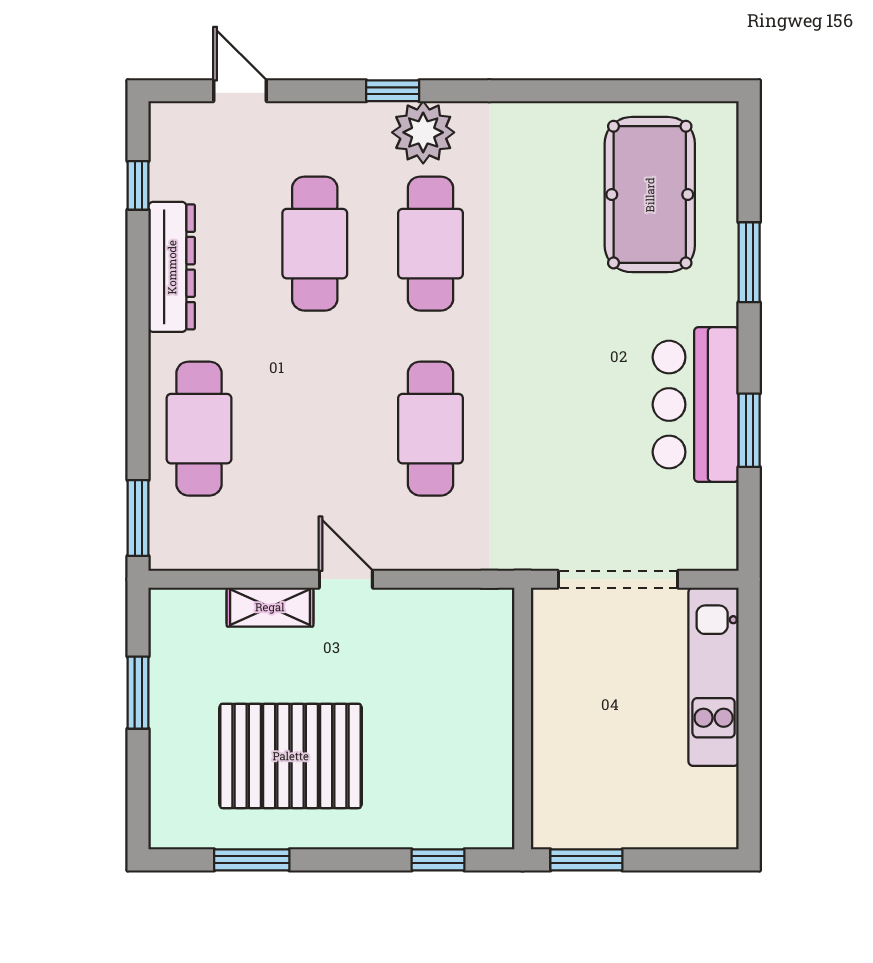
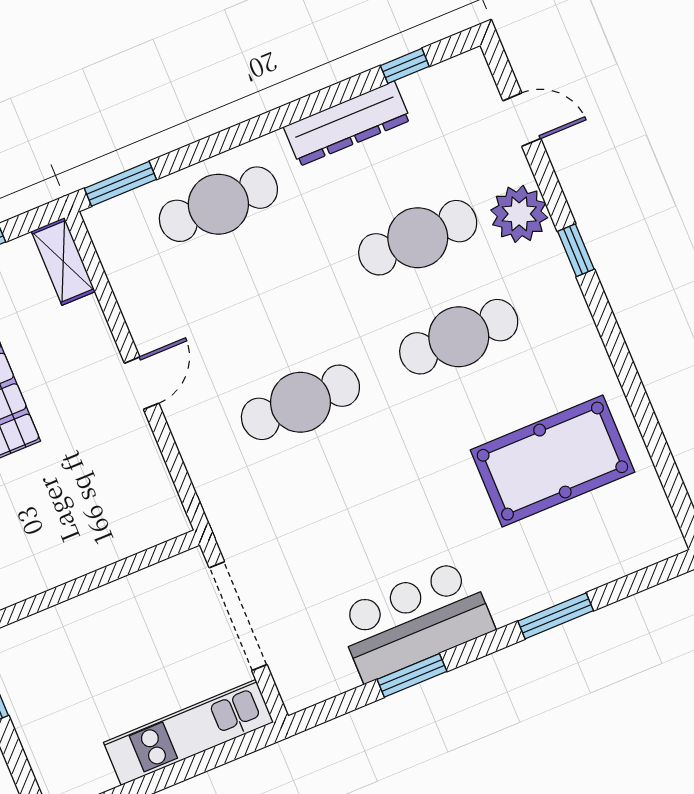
door: (240, 91) -> (522, 120), hinge flipped
plant: (423, 132) -> (519, 214), moved
pool table: (650, 195) -> (552, 461), moved
shelving: (270, 607) -> (63, 261), moved

